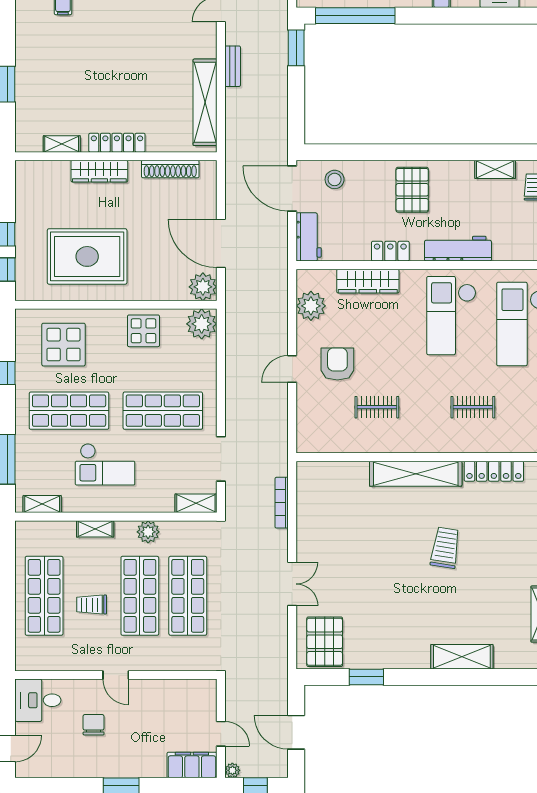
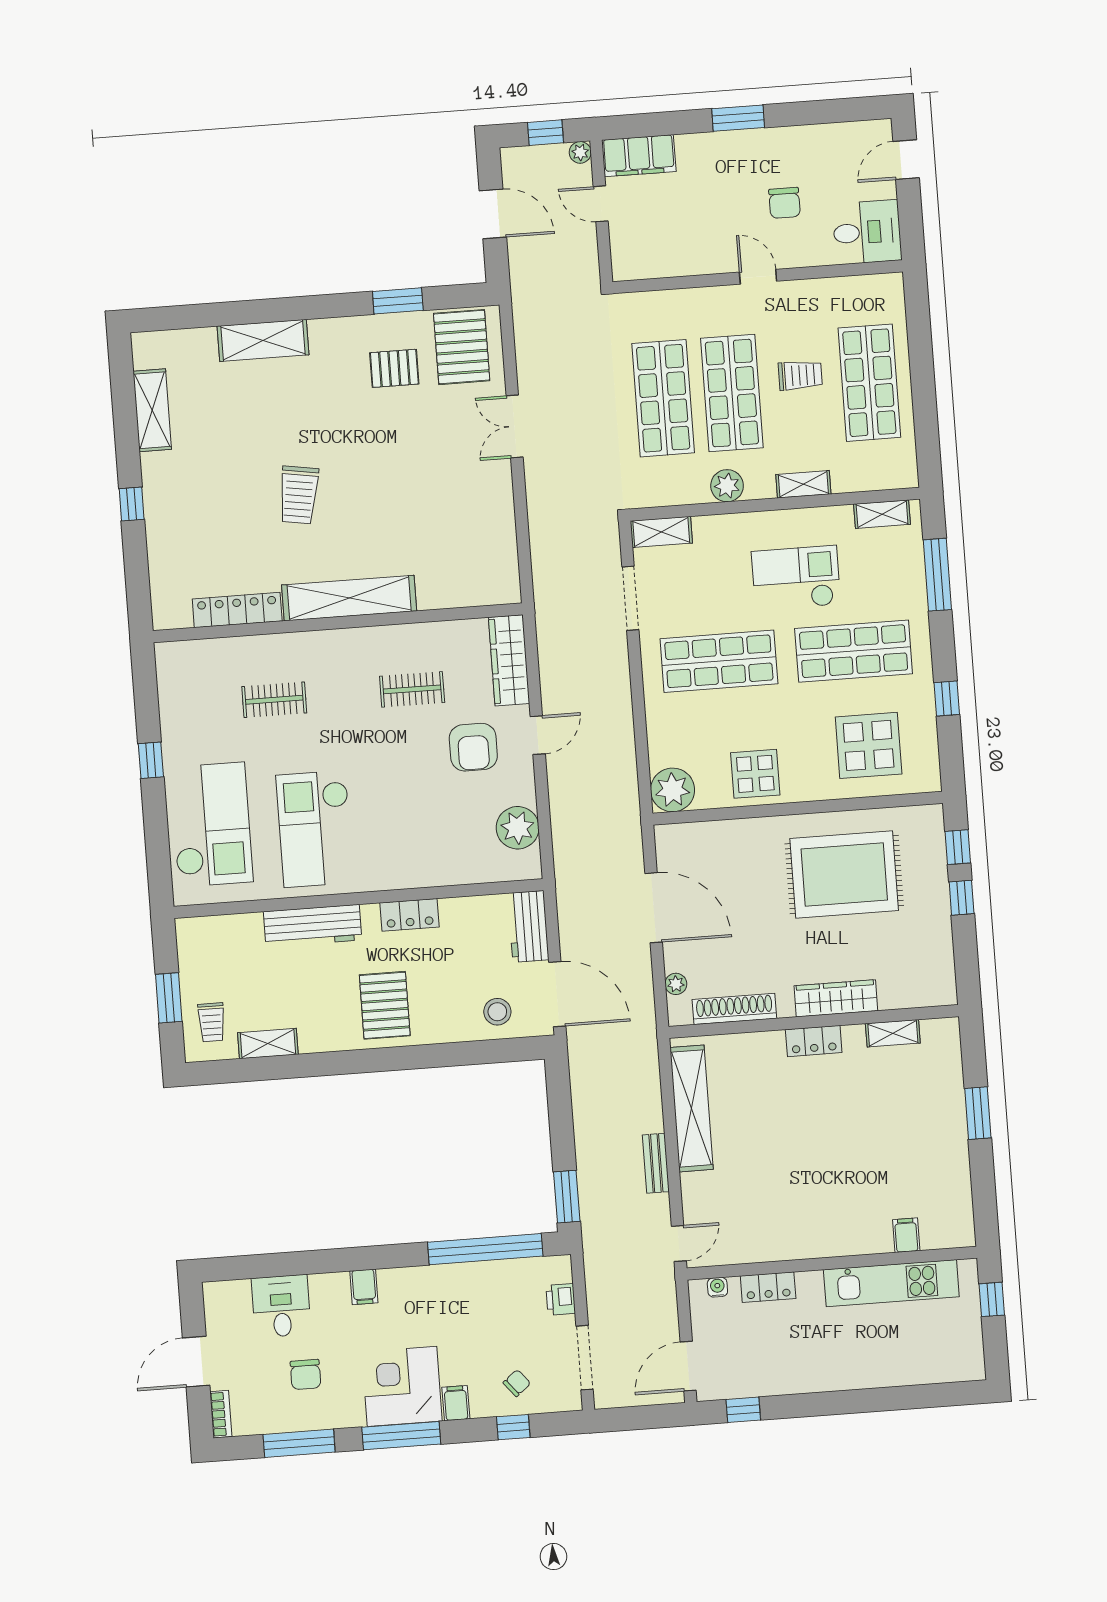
locker: (117, 143) -> (814, 1041), width x0.66
wardrobe: (368, 281) -> (509, 660), moved, turned -90
plant: (203, 287) -> (676, 984), moved, width x0.53, depth x0.53
checkout: (451, 316) -> (315, 829), turned 180
bookcase: (282, 503) -> (538, 542), removed
pallet: (372, 630) -> (394, 368), added

